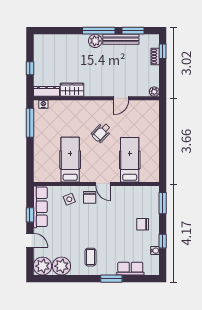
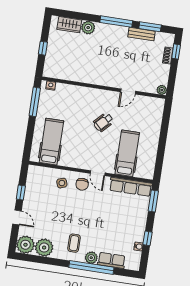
bench: (121, 39) -> (141, 34), width x0.73
plant: (95, 41) -> (88, 28), moved
wardrobe: (72, 90) -> (69, 25), moved, turned 180
dresser: (46, 91) -> (56, 73), removed
hospital bed: (70, 160) -> (51, 142), moved
row of seats: (40, 207) -> (131, 187), moved, turned 90
chair: (143, 224) -> (130, 219), removed
plant: (110, 269) -> (91, 258), added
window: (111, 279) -> (91, 267), width x2.11

